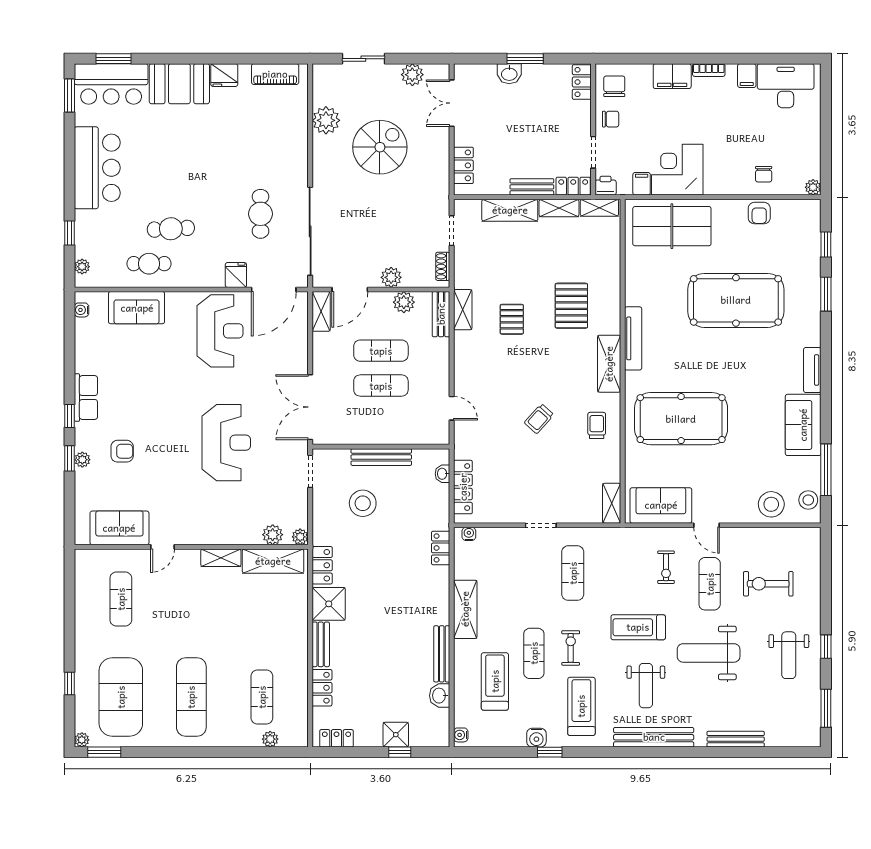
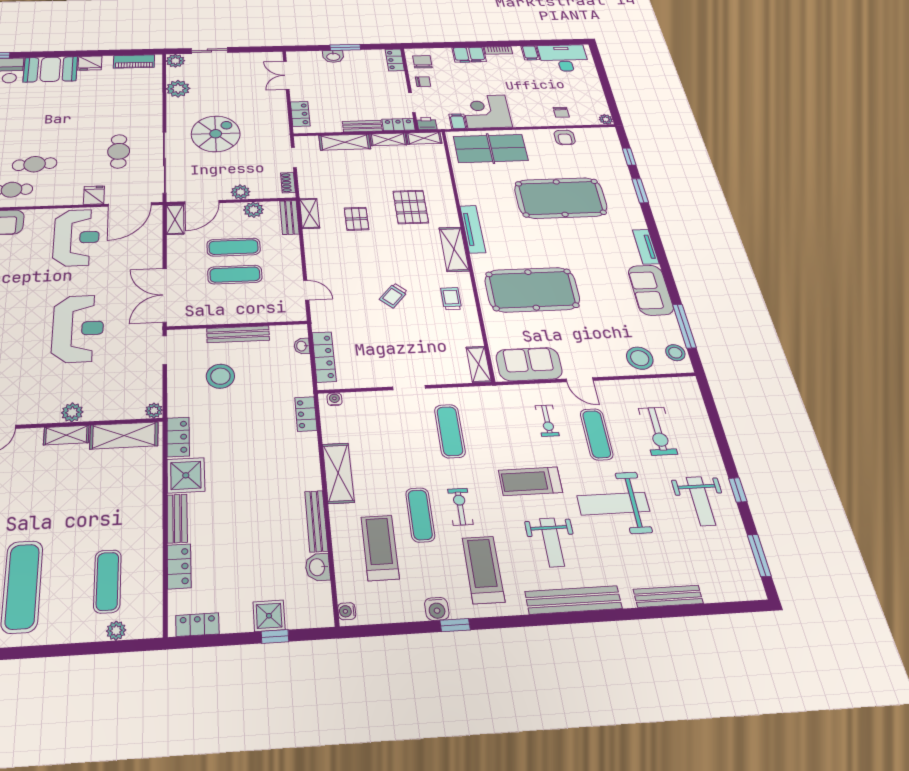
plant: (412, 75) -> (175, 61), moved
spiral stairs: (380, 147) -> (216, 134), moved
plant: (273, 535) -> (72, 412), moved
exercise bike: (768, 584) -> (658, 431), turned -90

